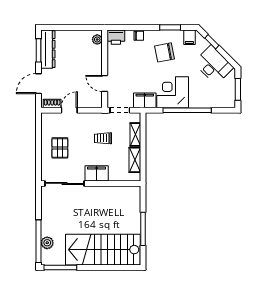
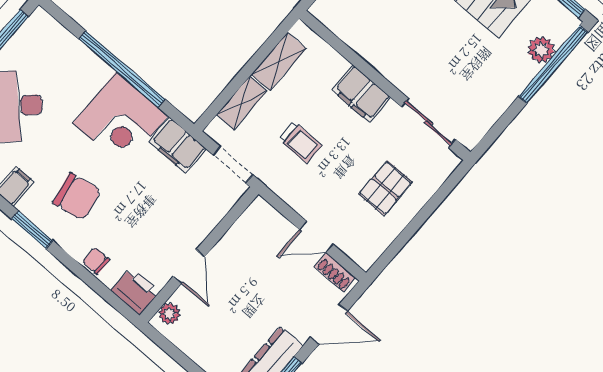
door: (105, 84) -> (189, 266), moved
sliding door: (64, 183) -> (428, 123), width x0.73

